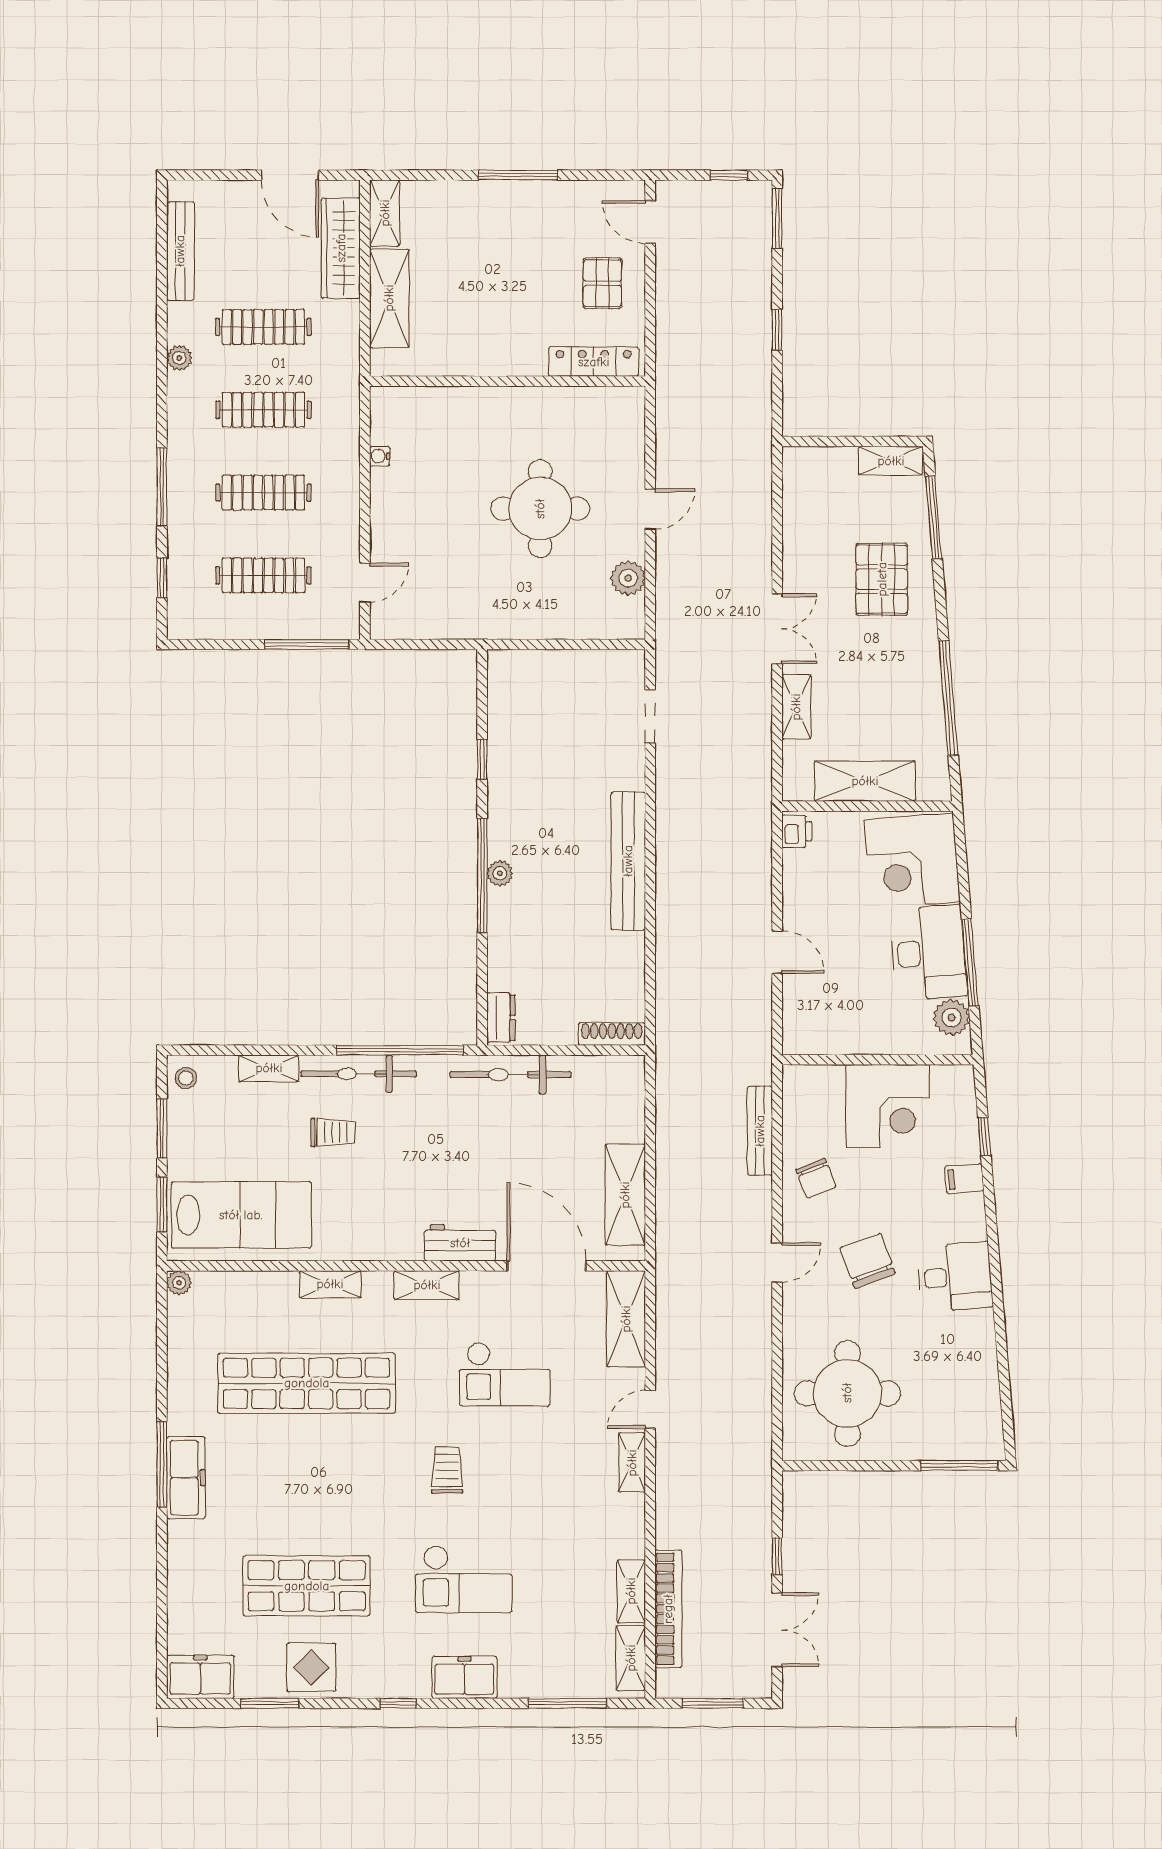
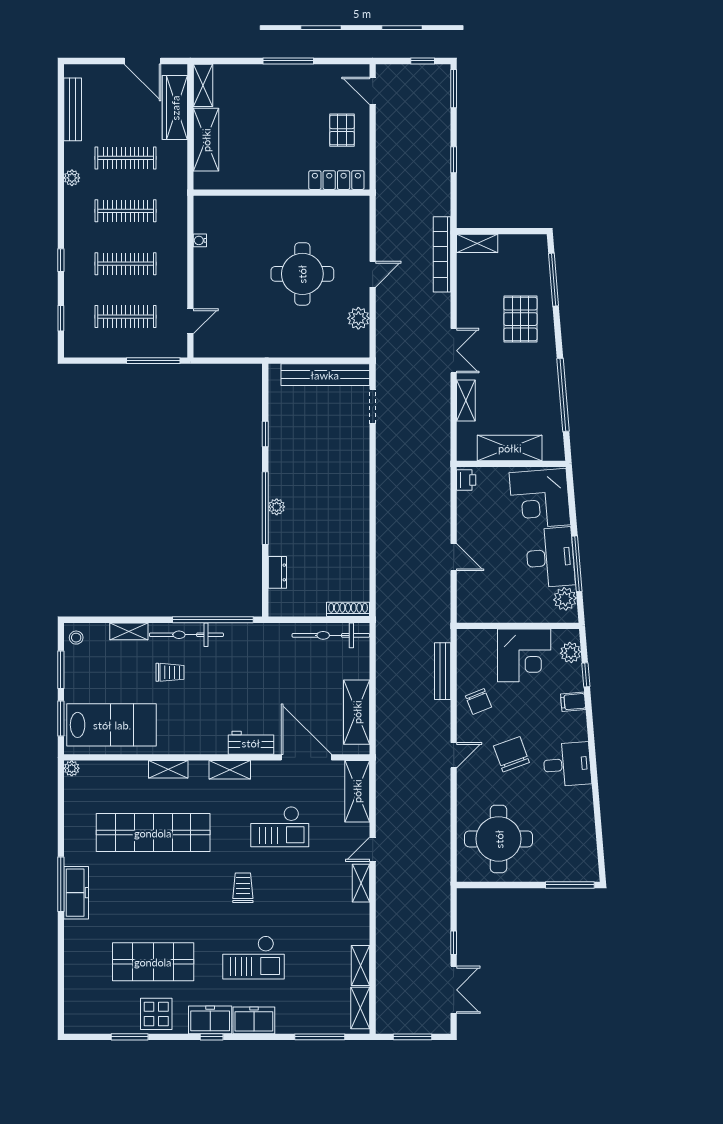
shelving: (891, 461) -> (477, 243), moved
window: (162, 487) -> (61, 260), width x0.46
bench: (628, 861) -> (325, 375), moved, turned 90
dresser: (501, 1018) -> (277, 572), moved
bicycle: (511, 1075) -> (331, 635), moved
plant: (960, 1102) -> (571, 653), added
bookcase: (668, 1609) -> (442, 254), moved, turned 180
freezer: (200, 1677) -> (210, 1020), moved

